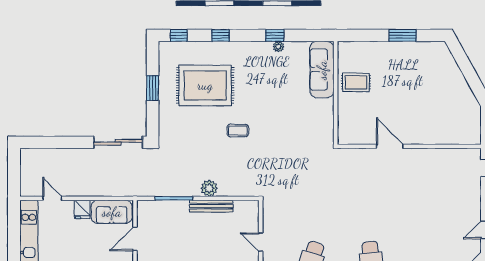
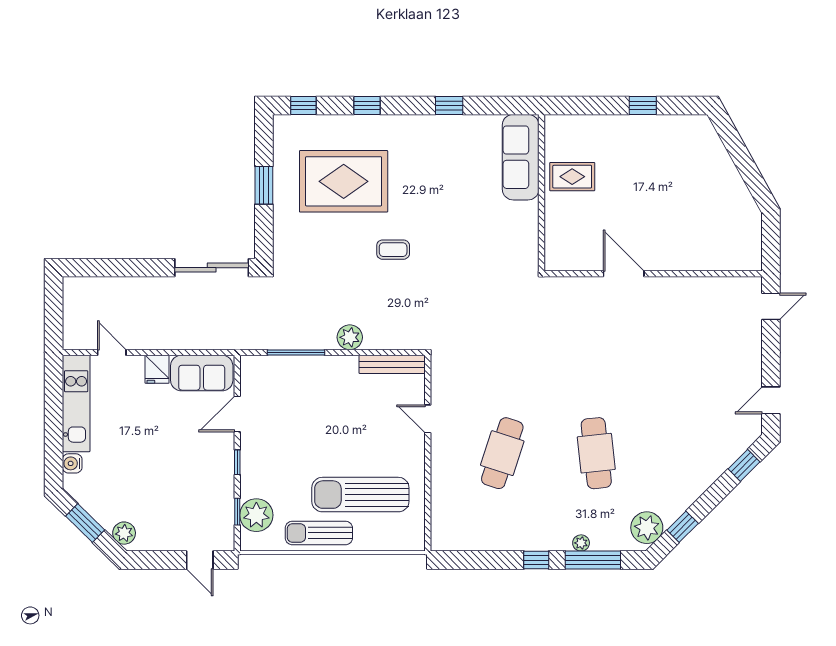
window: (403, 35) -> (643, 105), width x0.67
plant: (278, 47) -> (455, 122), removed
bench: (211, 206) -> (392, 364), moved

